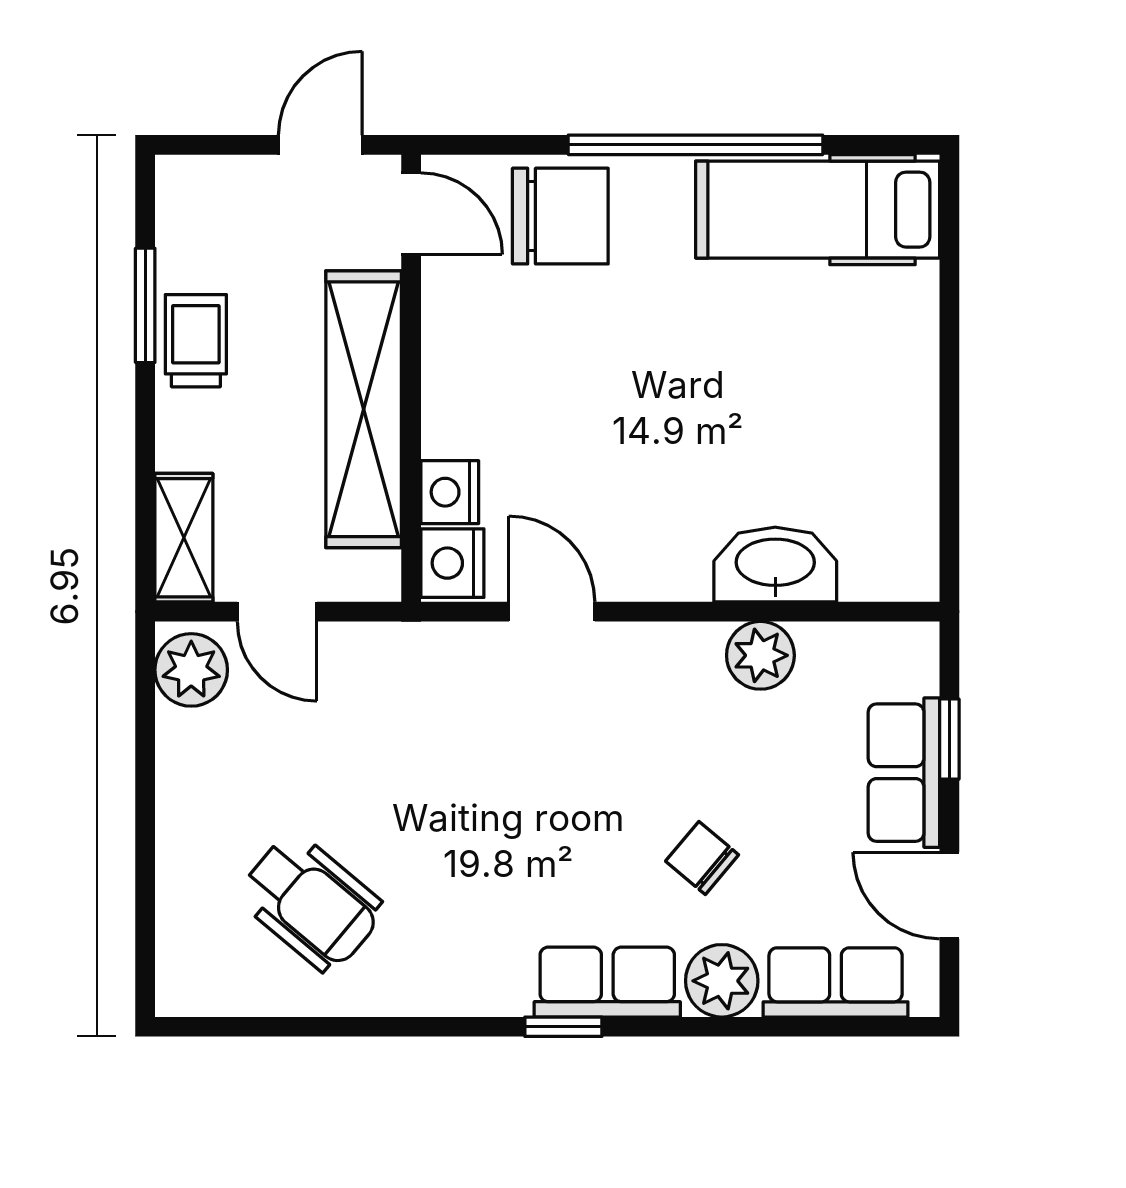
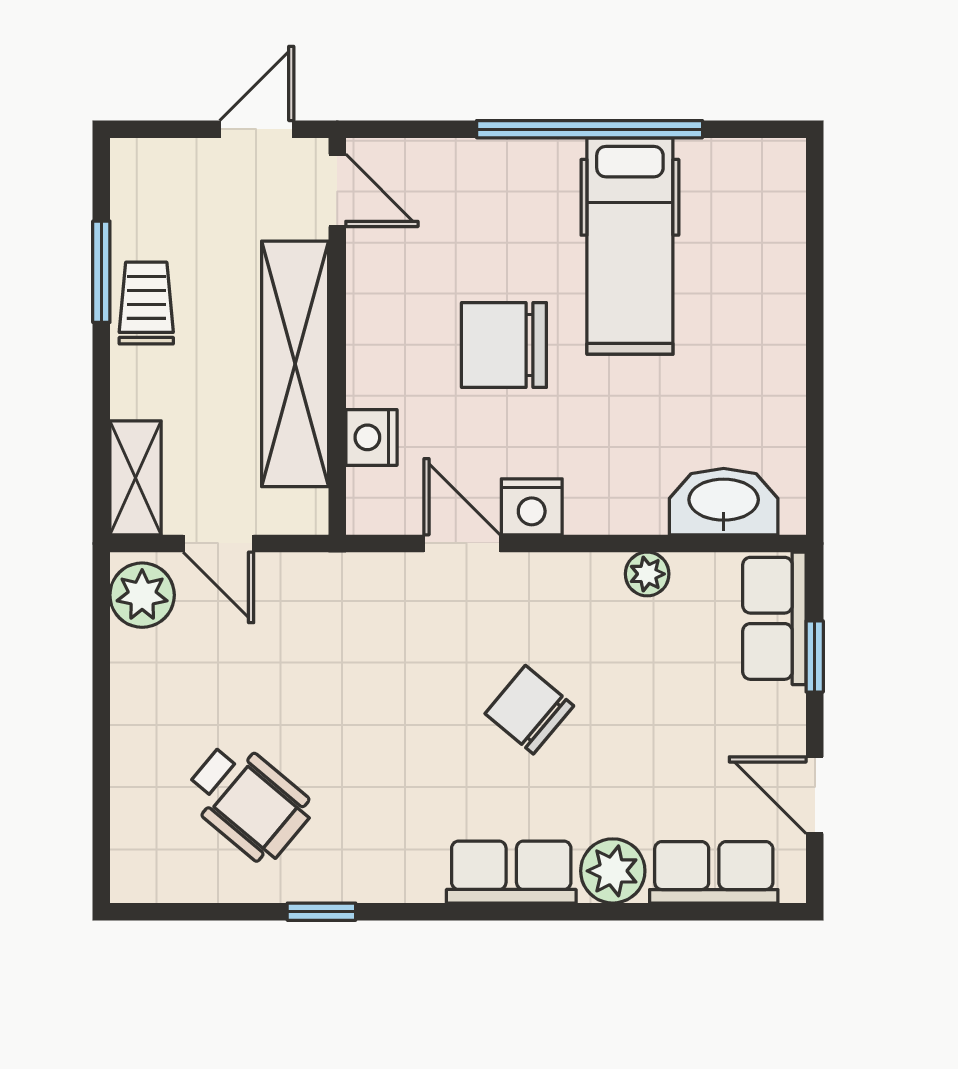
hospital bed: (818, 210) -> (630, 246), moved, turned -90
chair: (560, 216) -> (504, 345), moved, turned 180
nightstand: (452, 563) -> (532, 507), moved, turned -90
washbasin: (775, 565) -> (724, 502), moved
plant: (760, 655) -> (647, 574), width x0.73, depth x0.73
row of seats: (904, 773) -> (774, 618), moved
chair: (702, 858) -> (529, 710), moved, width x1.37, depth x1.37
window: (563, 1027) -> (321, 912), moved

